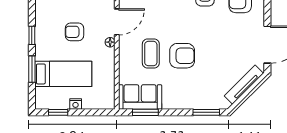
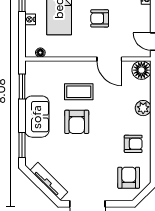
armchair: (75, 32) -> (100, 18), turned -90
floor lamp: (110, 42) -> (40, 53), moved
sofa: (140, 97) -> (37, 117), moved

